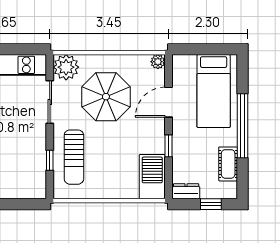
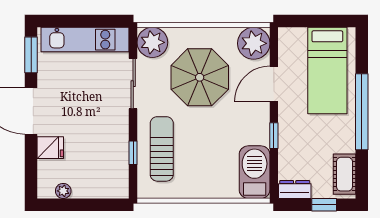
plant: (158, 62) -> (254, 43), width x1.87, depth x1.87
sun lounger: (74, 157) -> (162, 149), turned 180
cot: (228, 164) -> (344, 174), moved

